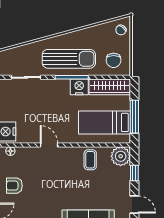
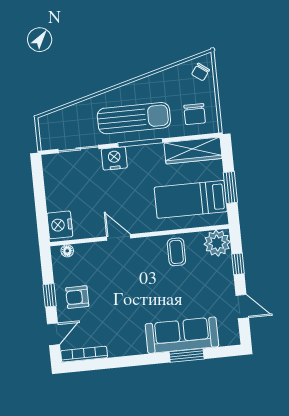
nightstand: (79, 87) -> (114, 158), moved
window: (134, 117) -> (230, 187), width x0.69

